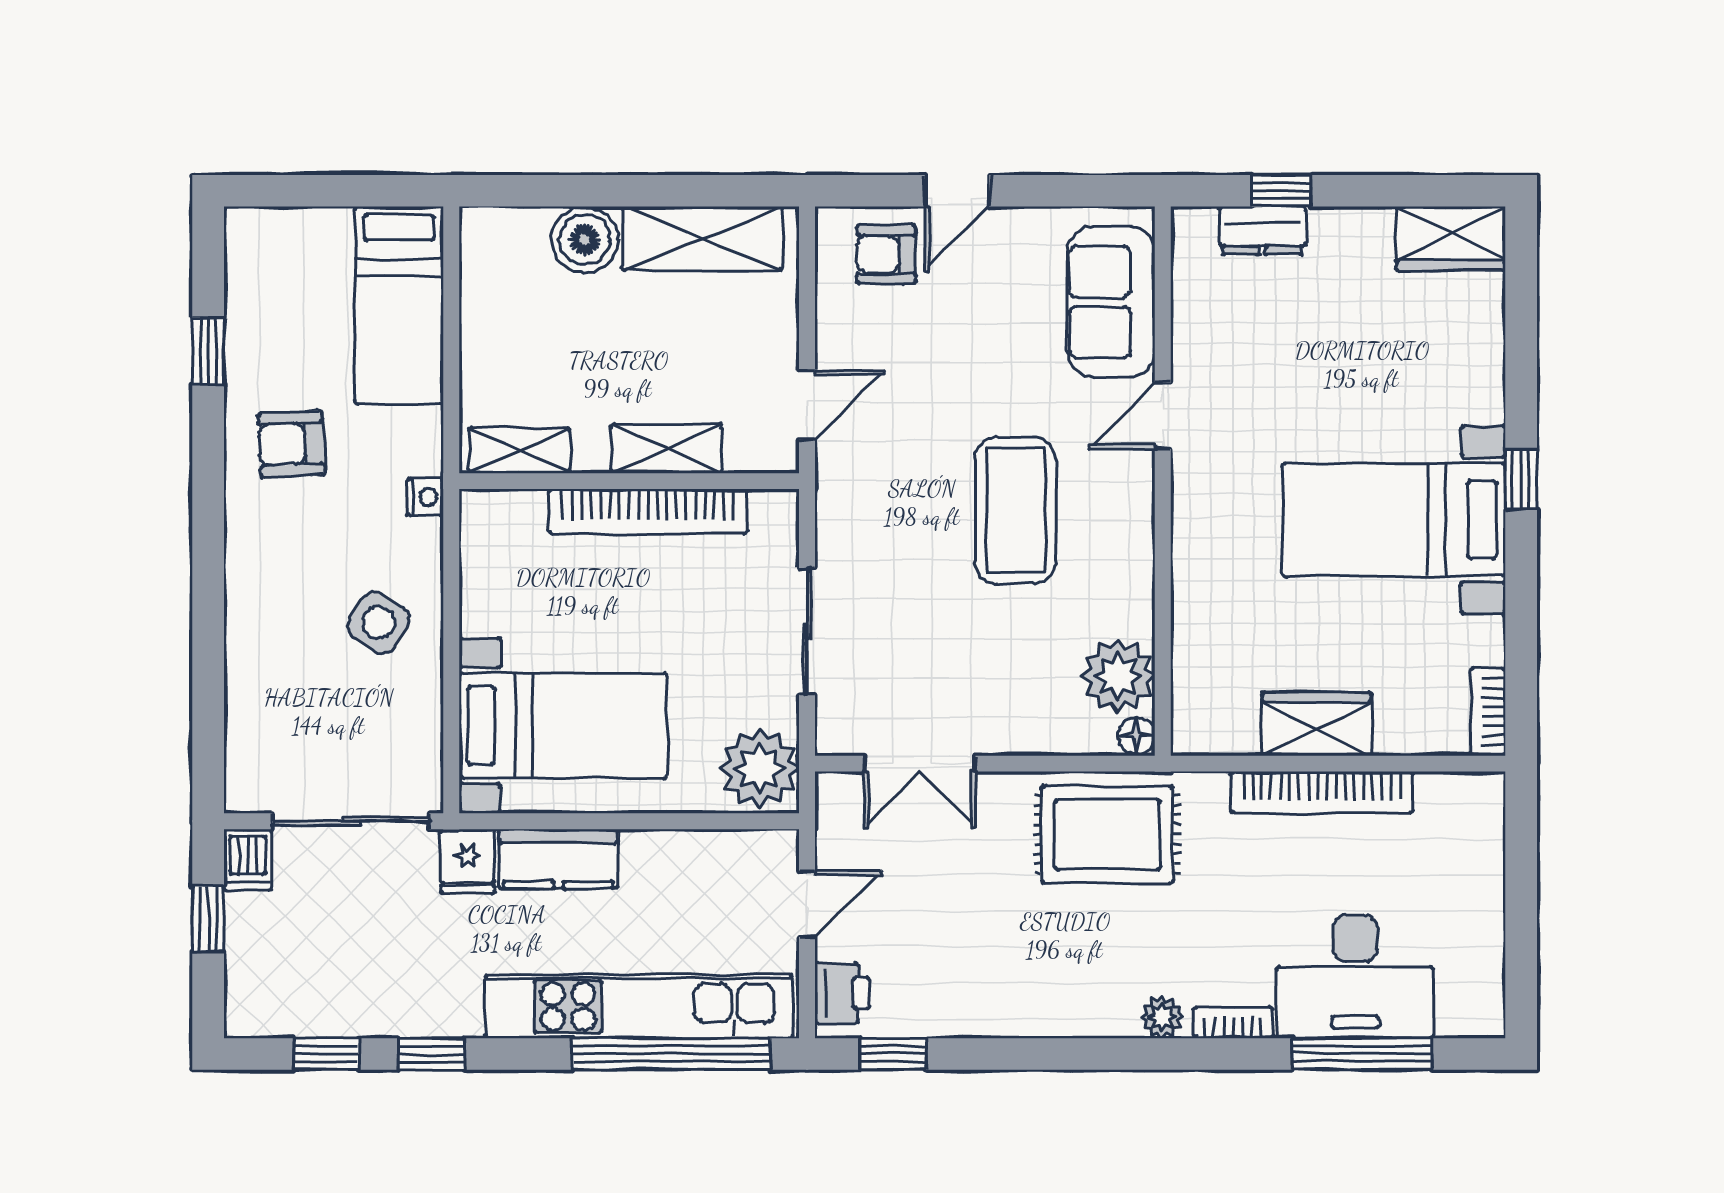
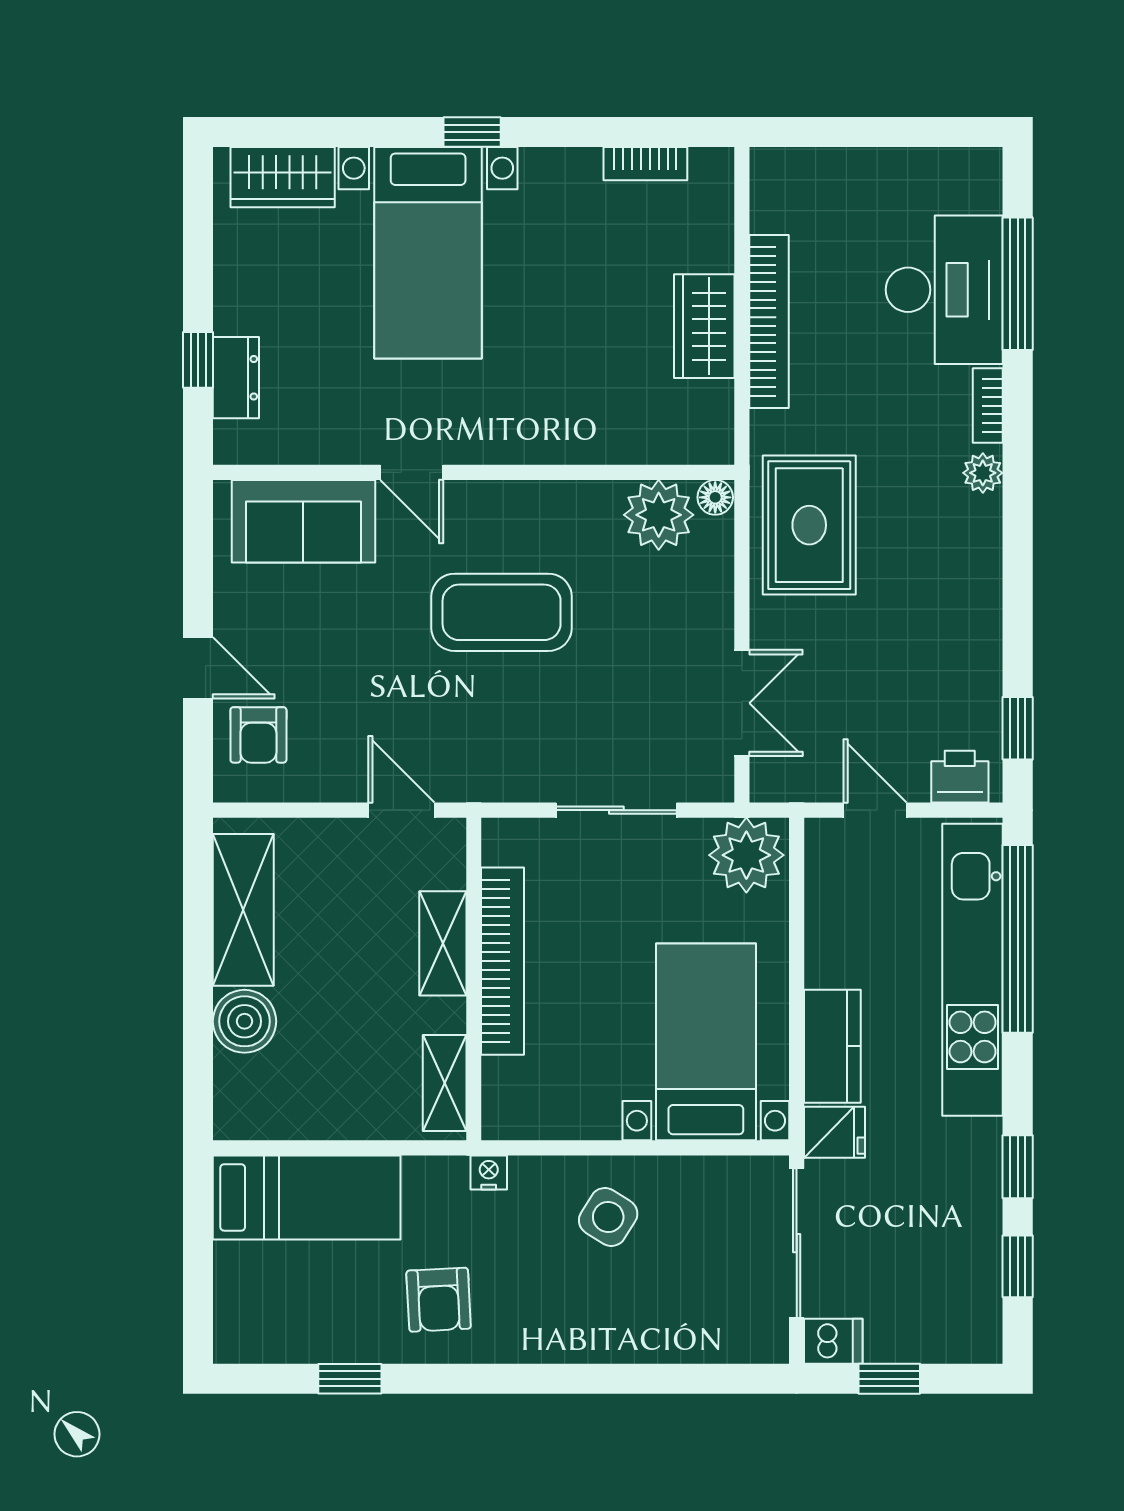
wardrobe: (1451, 238) -> (283, 177), moved, turned 90
bed with nightstands: (1394, 520) -> (428, 253), moved
bookcase: (1488, 712) -> (645, 164), moved

